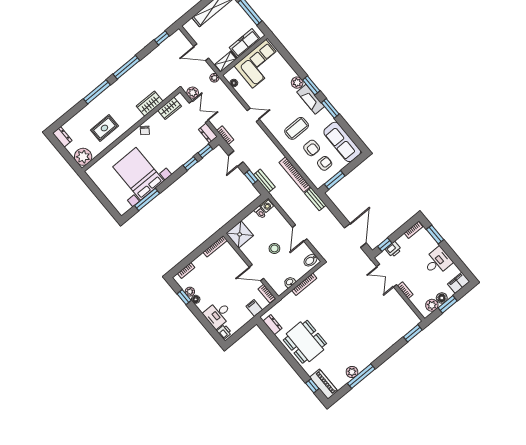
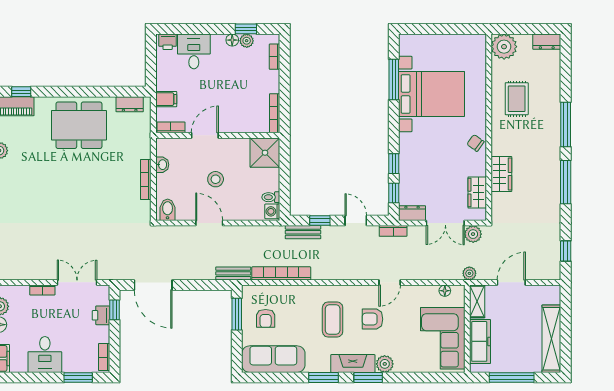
armchair: (312, 148) -> (373, 319), moved

